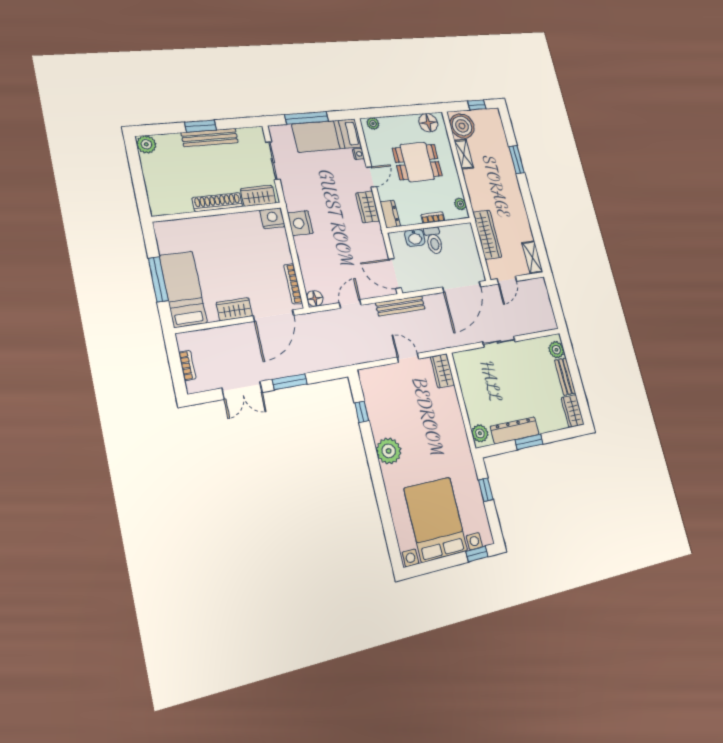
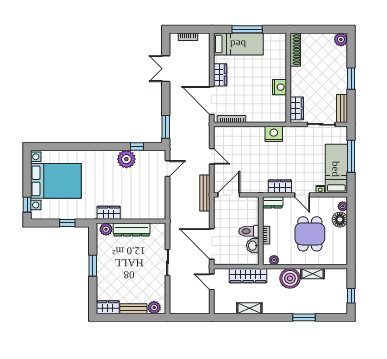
floor lamp: (428, 123) -> (340, 220), moved
boiler: (462, 126) -> (290, 278), moved
bench: (210, 138) -> (342, 109), moved, width x0.73
shoe rack: (217, 202) -> (295, 50), moved
nightstand: (272, 218) -> (280, 87), moved
washbasin: (415, 238) -> (253, 246), moved
shelving: (532, 257) -> (249, 308), moved
floor lamp: (315, 298) -> (219, 132), removed
door: (408, 358) -> (168, 169), moved
wardrobe: (442, 371) -> (109, 213), moved
window: (290, 382) -> (166, 127), moved
dresser: (515, 430) -> (132, 229), moved, turned 90
plant: (389, 451) -> (126, 159), moved

